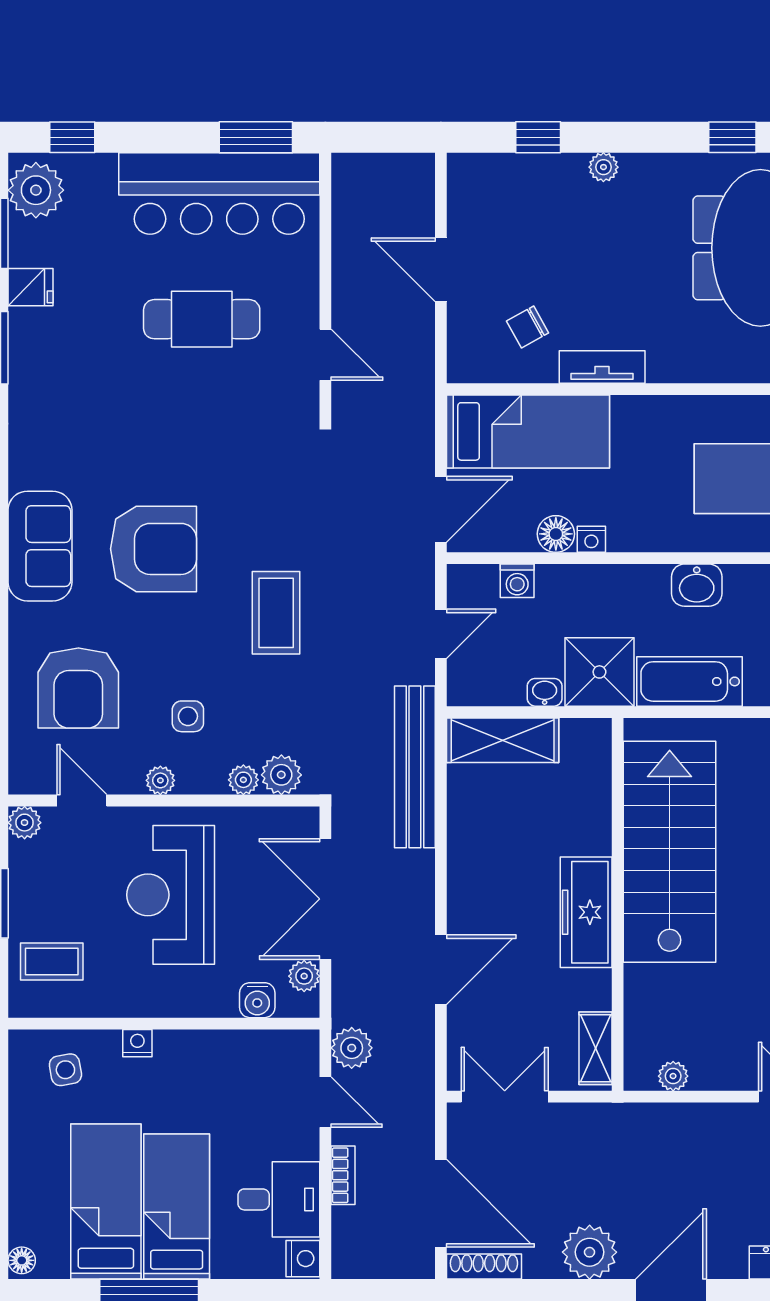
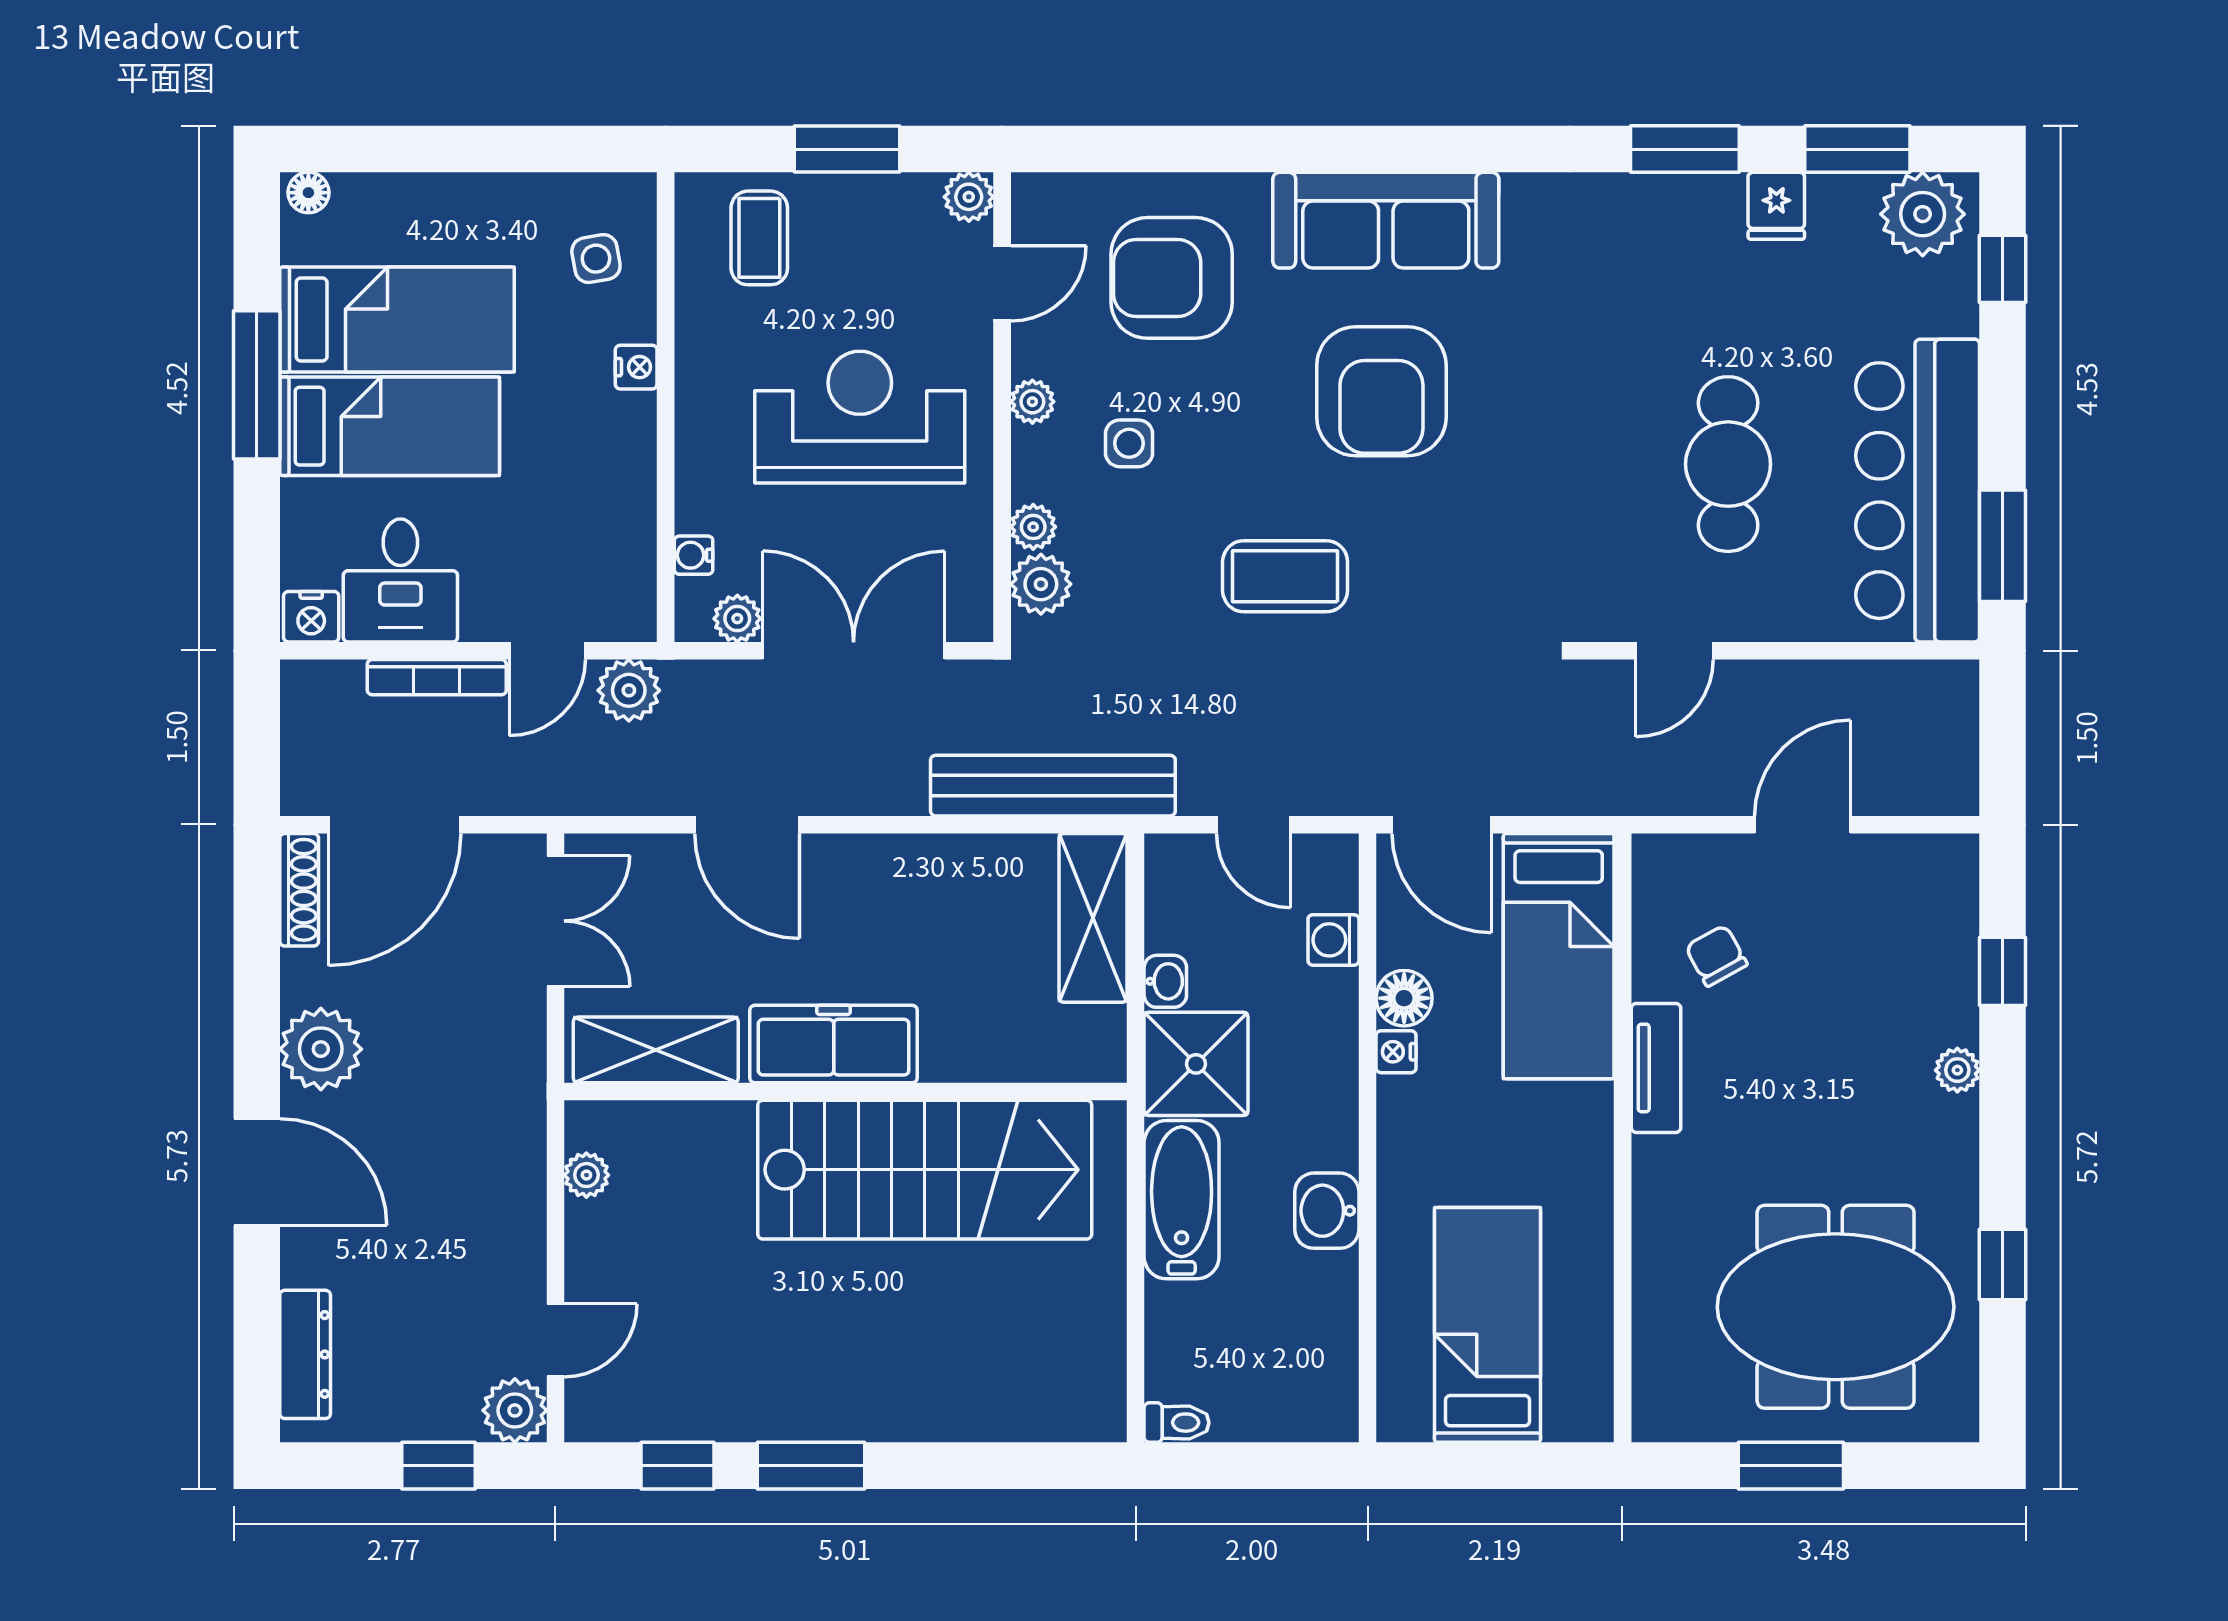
sofa: (40, 546) -> (1386, 220), width x1.36
water cooler: (257, 1000) -> (694, 555), width x0.72, depth x0.72
shelving: (596, 1048) -> (656, 1050), width x1.50, depth x1.33
bookcase: (343, 1175) -> (437, 677), width x1.56

